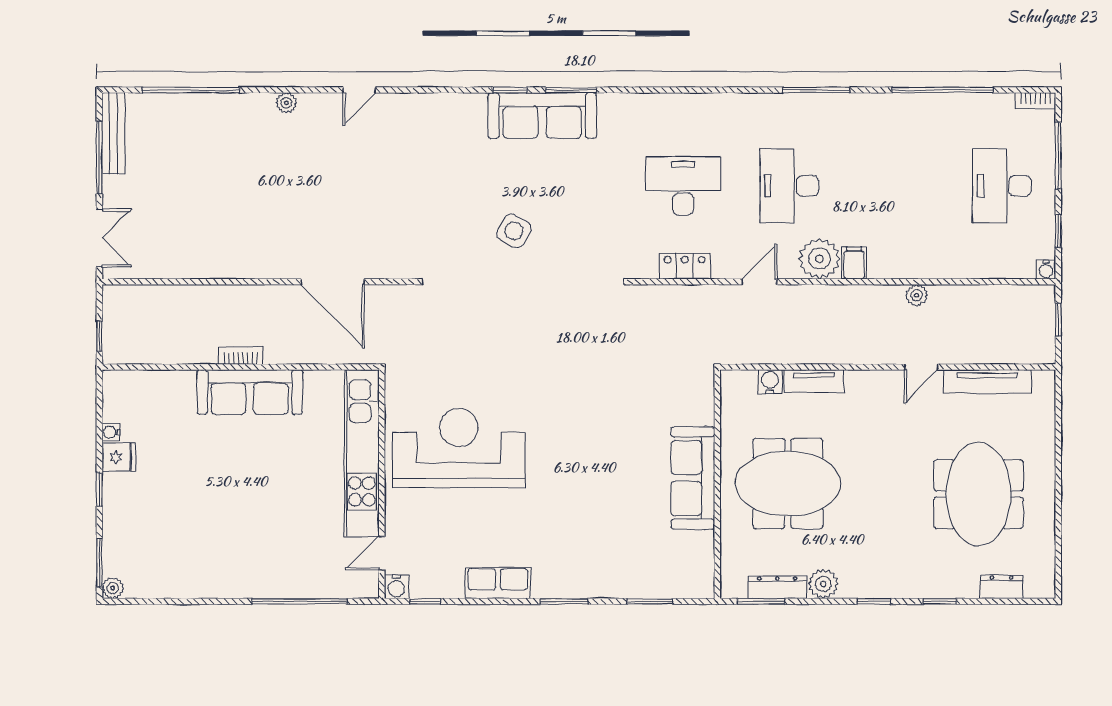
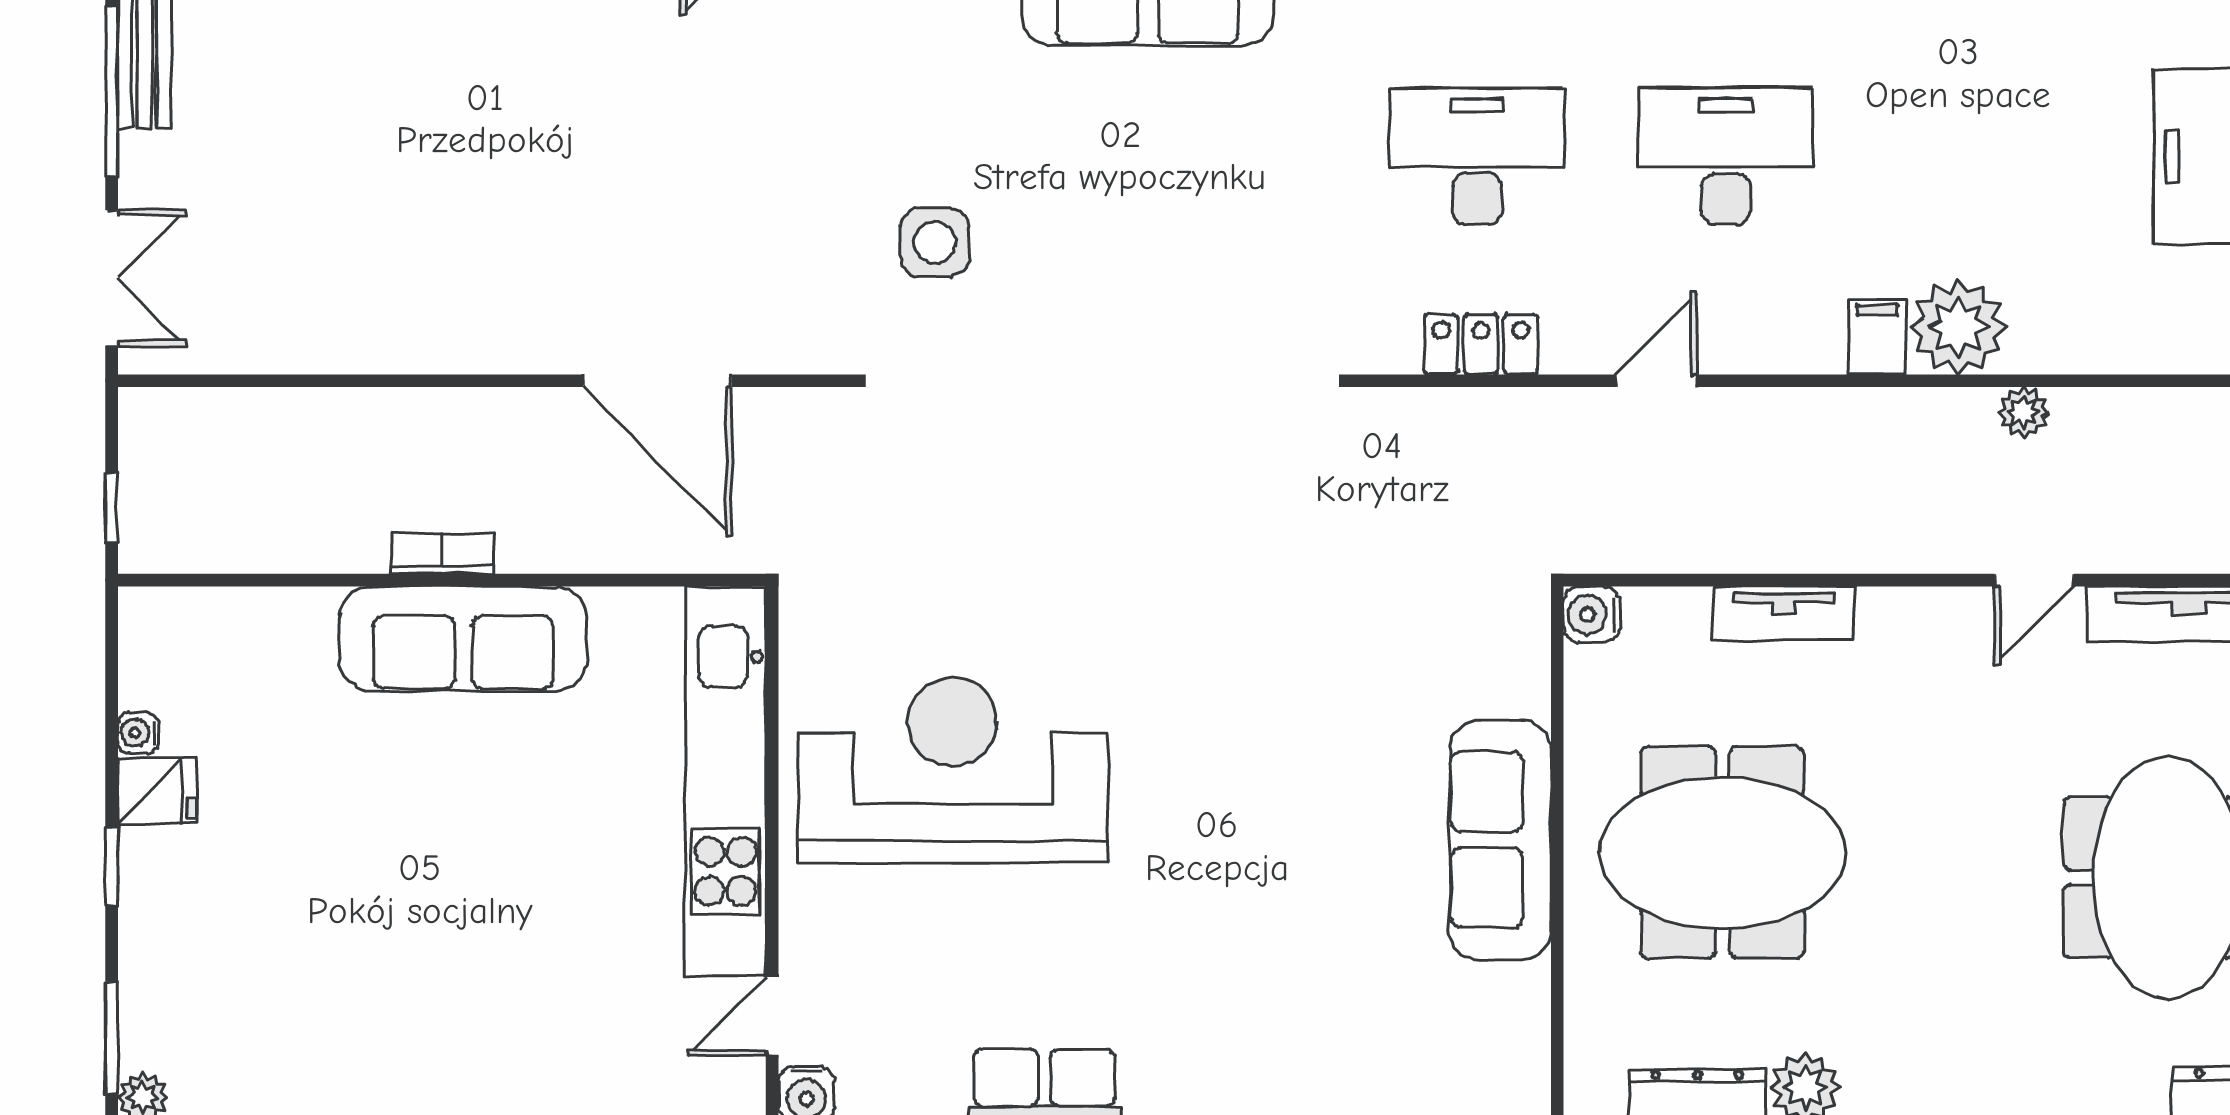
desk: (789, 186) -> (1726, 156), turned 90
side table: (514, 231) -> (935, 242), moved, turned -30
plant: (819, 259) -> (1958, 327), moved
water cooler: (770, 382) -> (1592, 615), moved, turned -90

